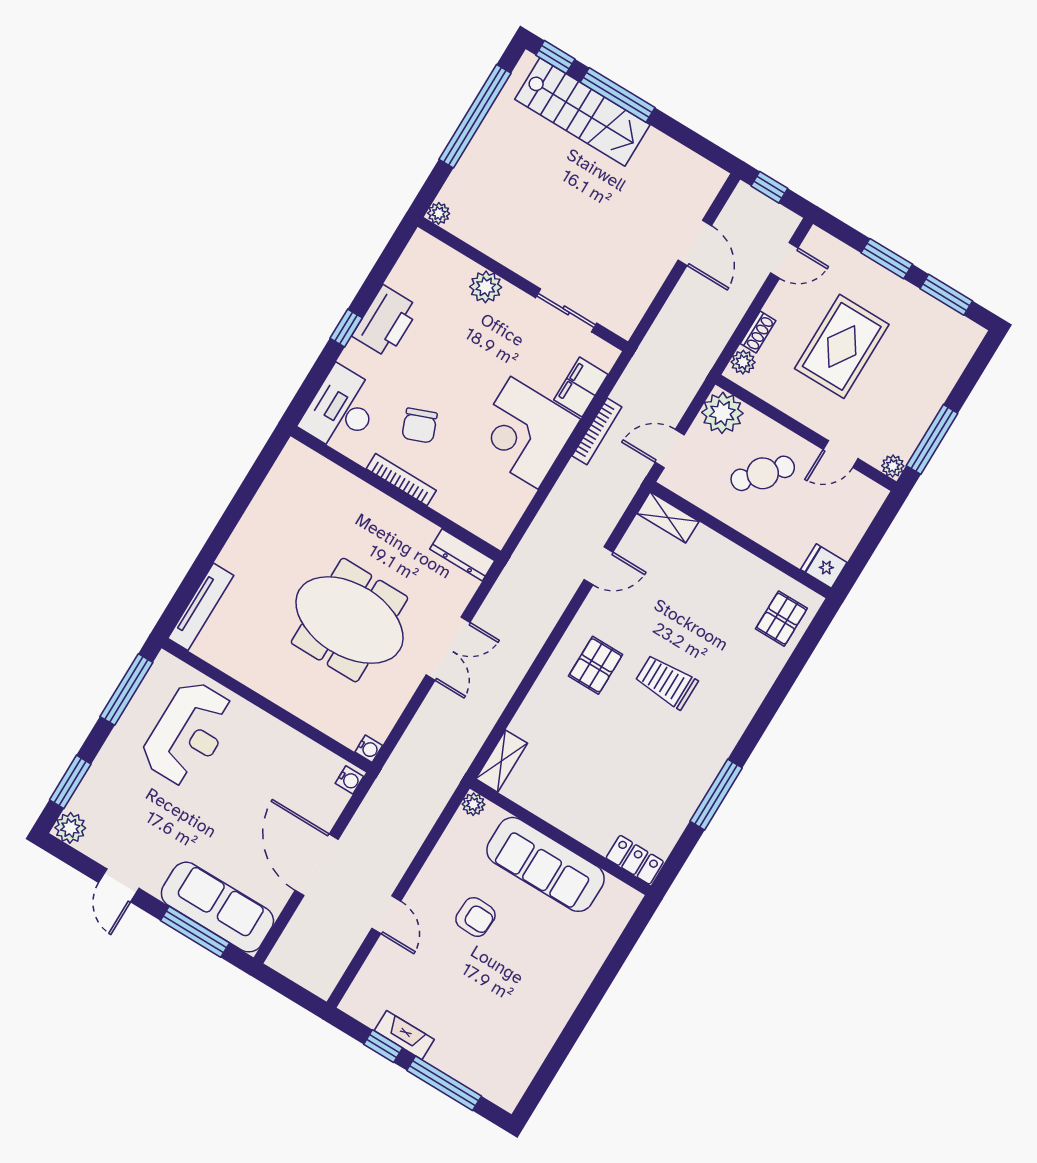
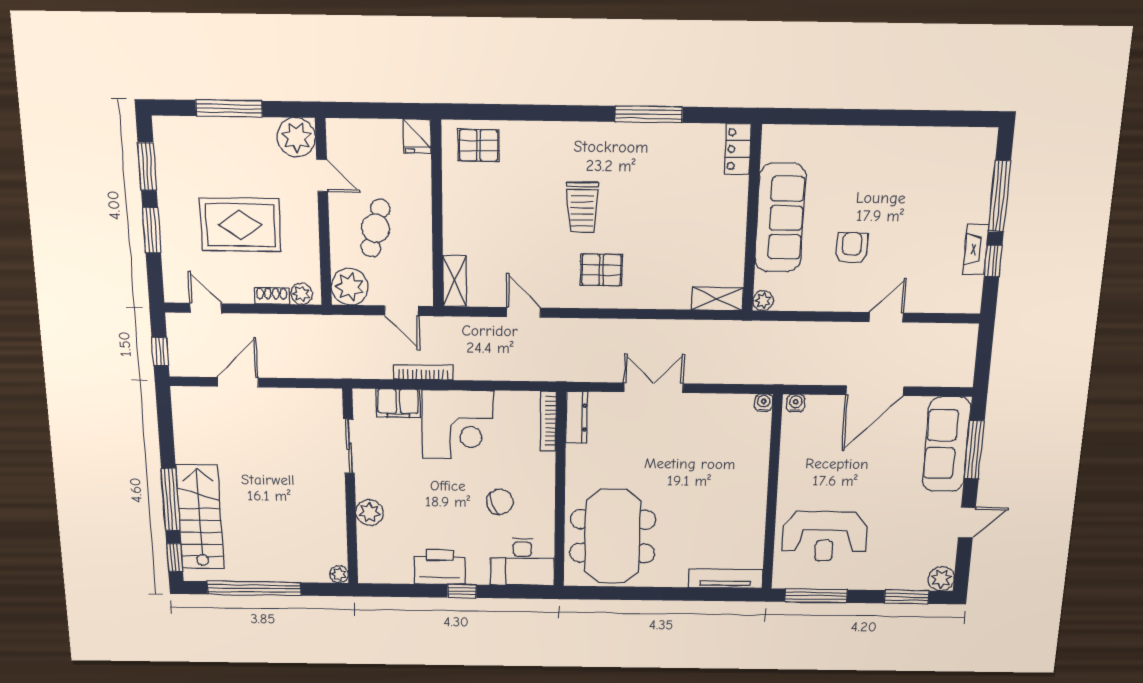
window: (932, 439) -> (229, 108), moved
plant: (893, 466) -> (296, 137), width x1.88, depth x1.88
cafe table: (763, 473) -> (376, 228), turned 63
bookcase: (401, 480) -> (548, 421), moved
meeting table: (349, 620) -> (613, 536), moved
reception desk: (188, 733) -> (825, 536), turned 180

